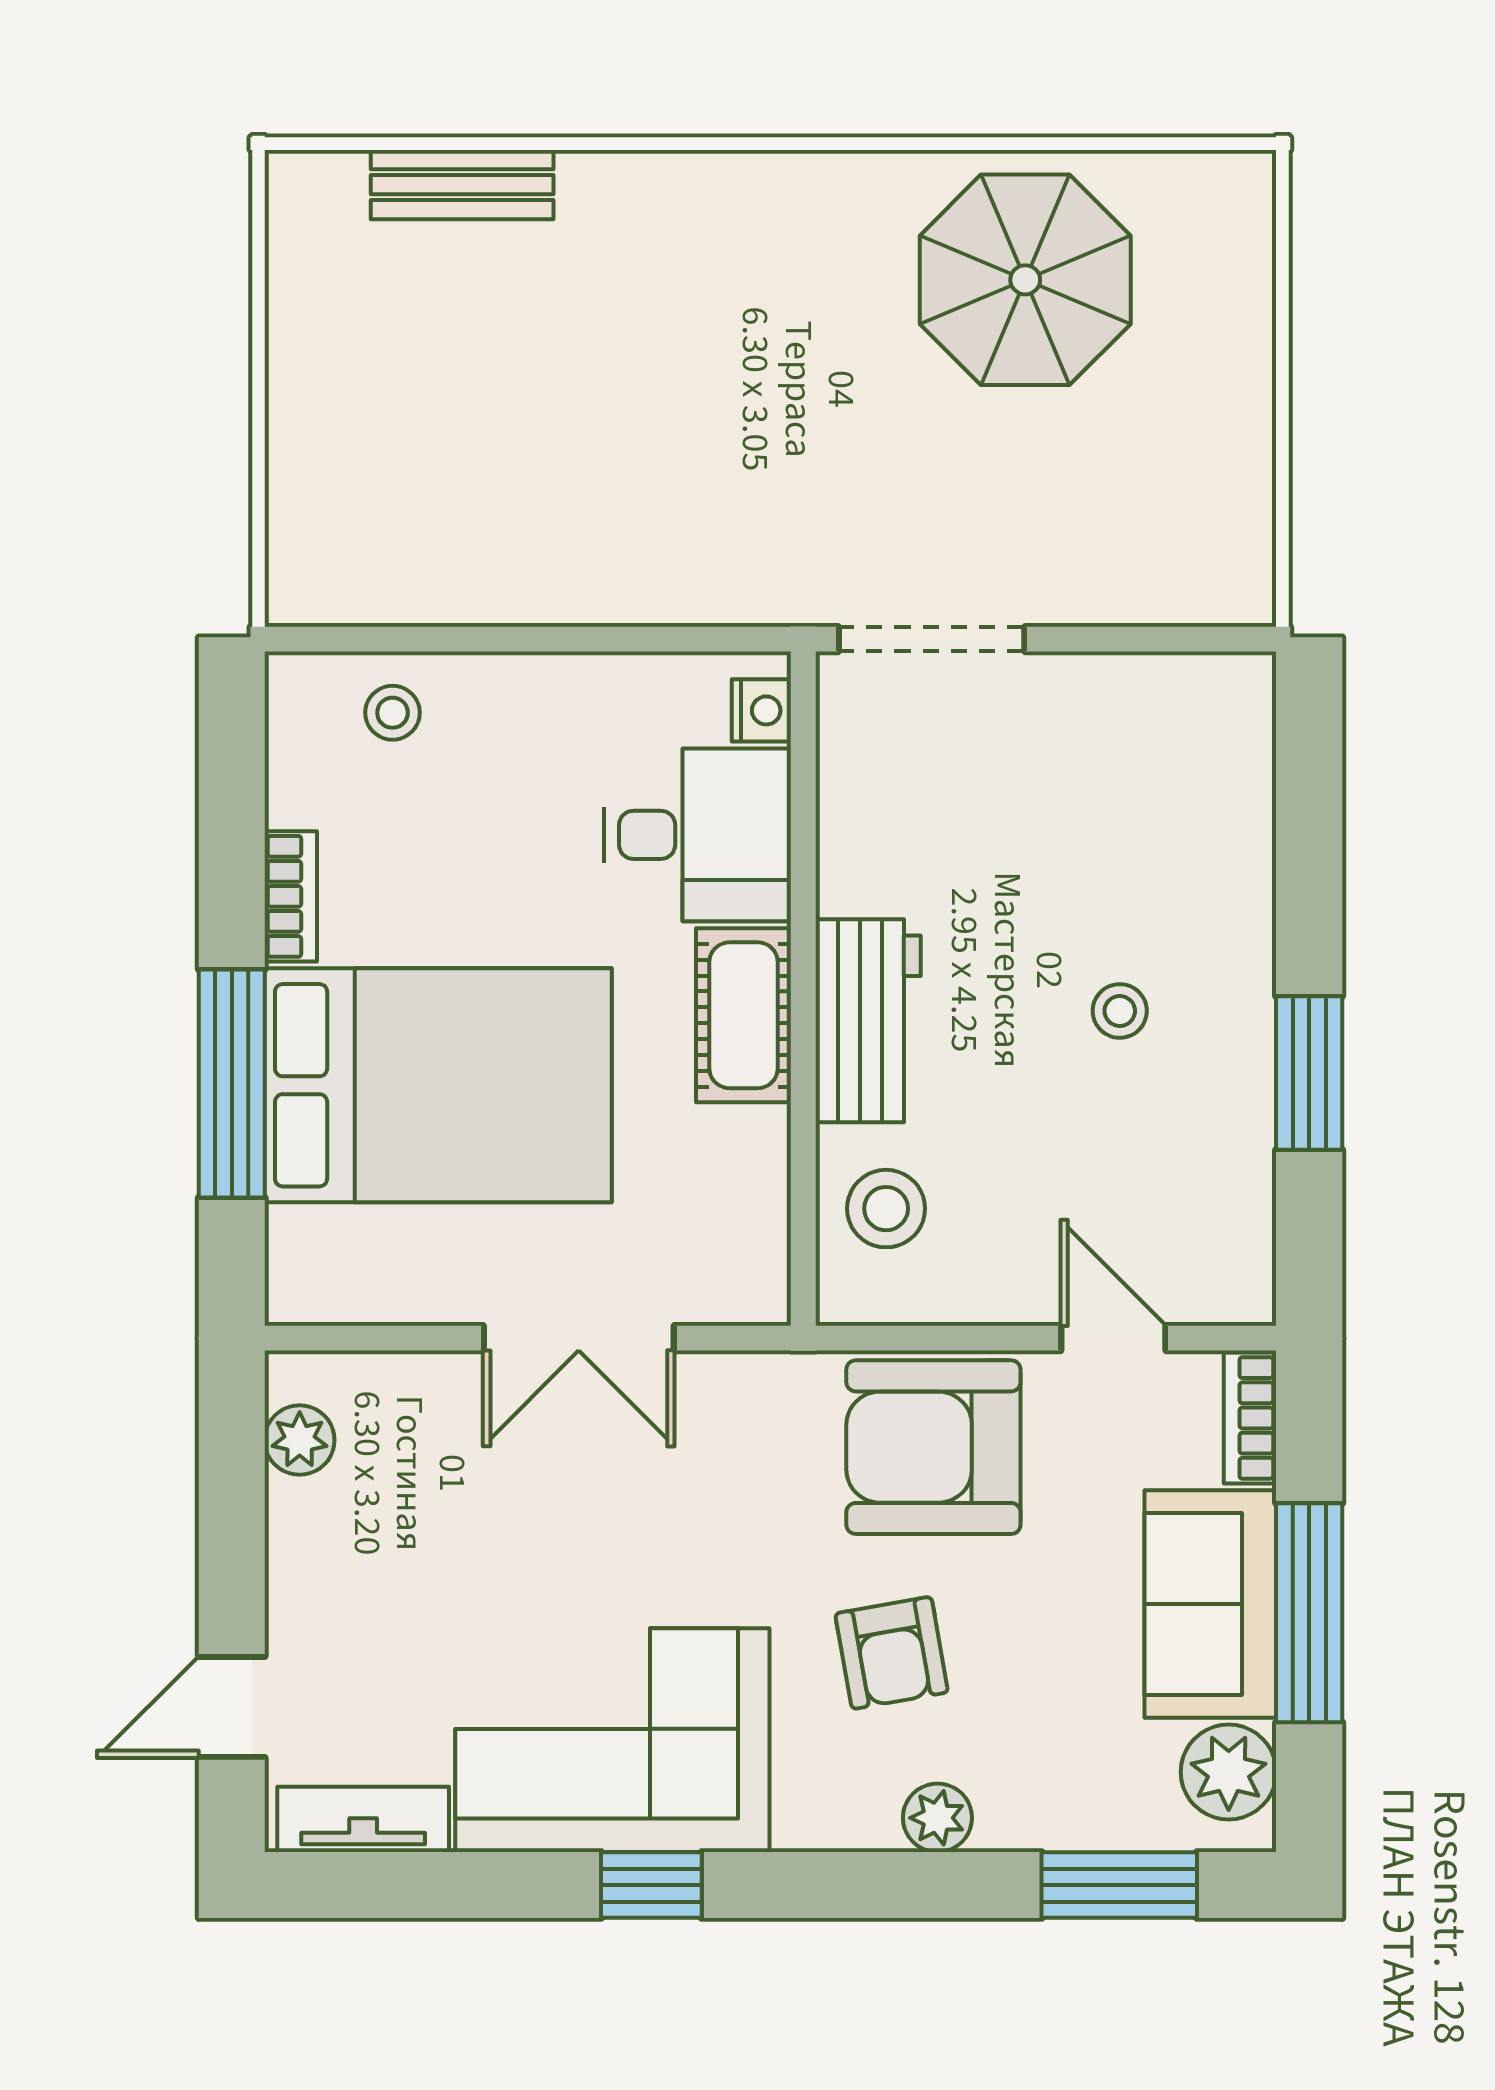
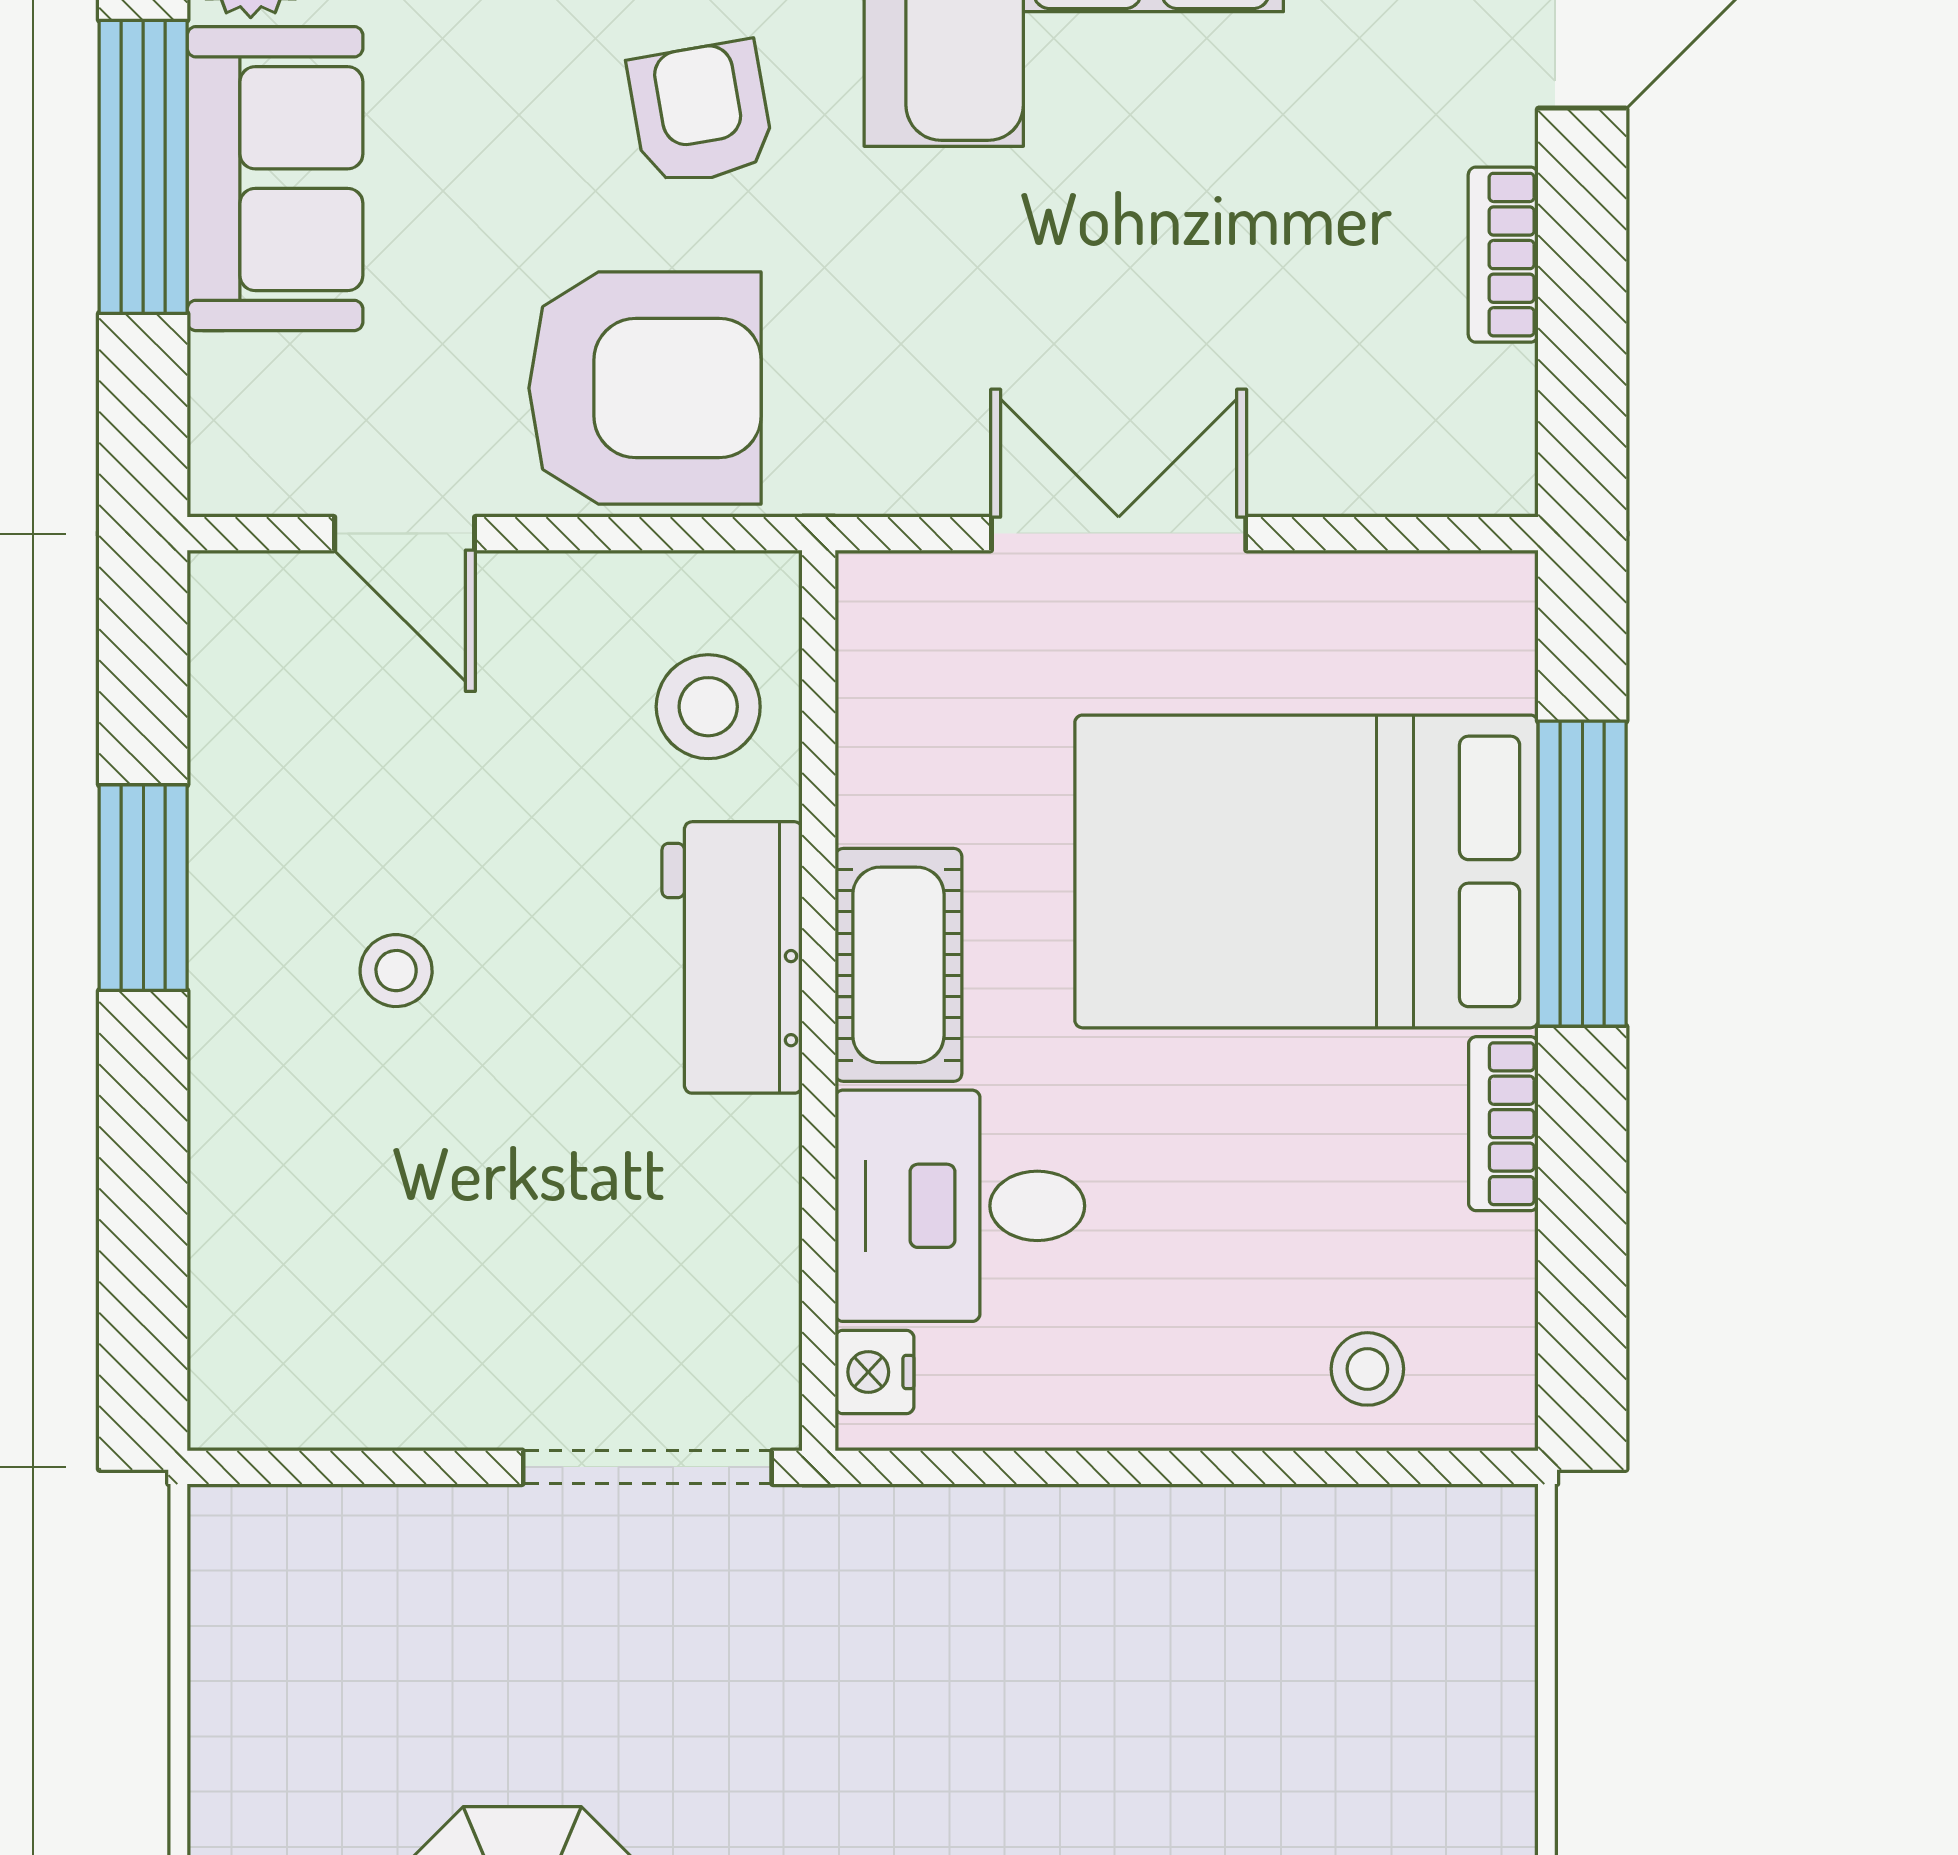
bookcase: (1250, 1418) -> (1503, 255), moved, turned 180
plant: (300, 1440) -> (1492, 398), removed

